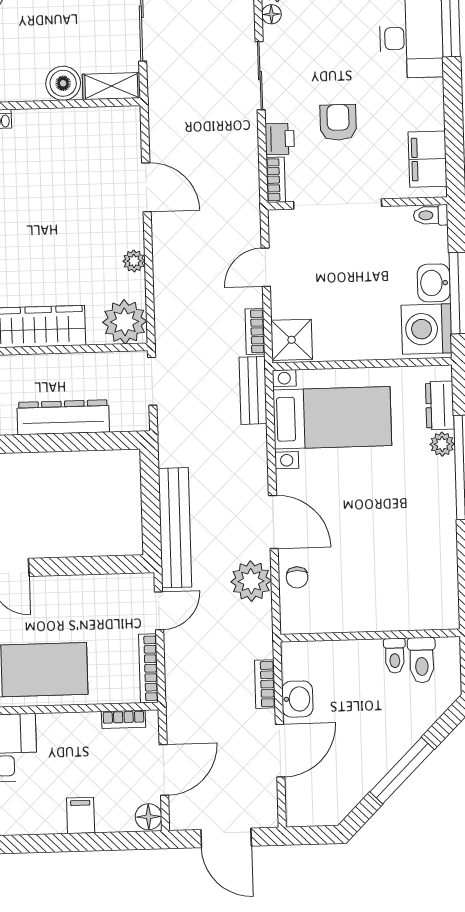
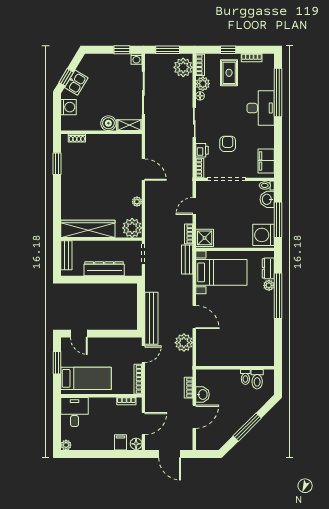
washbasin: (434, 283) -> (267, 199), moved
chair: (297, 577) -> (204, 341), removed
filing cabinet: (81, 815) -> (120, 442), moved

